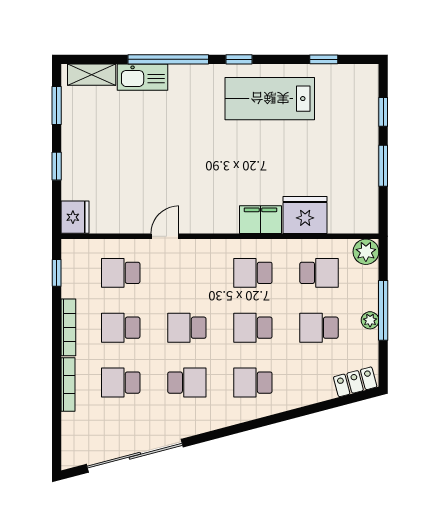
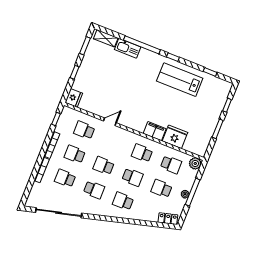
school desk: (253, 328) -> (133, 177), turned 180

